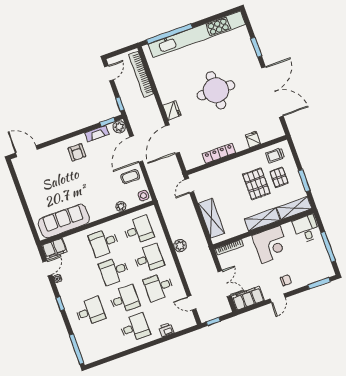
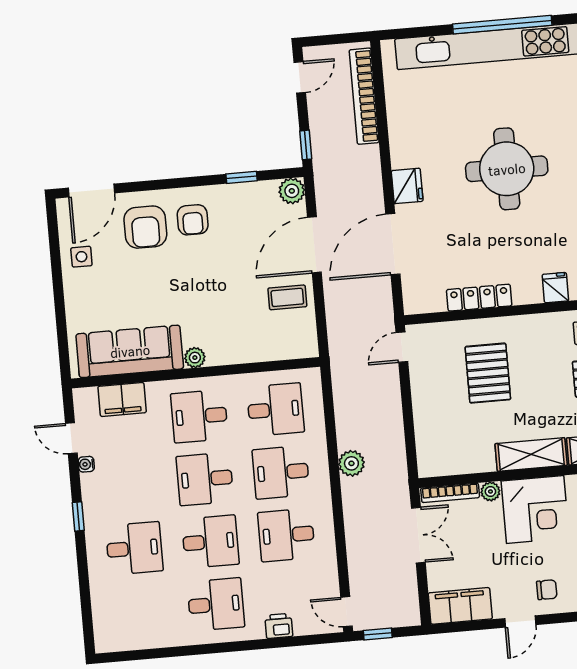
window: (169, 34) -> (502, 25), moved
window: (107, 122) -> (242, 177), moved
fireplace: (97, 133) -> (243, 192), removed
door: (26, 151) -> (91, 191), swing flipped
armchair: (56, 161) -> (145, 227), added
pallet: (256, 184) -> (488, 373), moved
side table: (143, 196) -> (81, 257), moved
plant: (121, 206) -> (195, 358), moved
shelving: (211, 218) -> (429, 425), removed
plant: (248, 242) -> (490, 491), added
filing cabinet: (54, 248) -> (122, 399), moved
desk: (149, 258) -> (281, 472), turned 180
door: (47, 268) -> (71, 438), swing flipped
double door: (225, 284) -> (418, 535), moved
door: (192, 303) -> (346, 612), moved
window: (77, 349) -> (87, 617), removed

